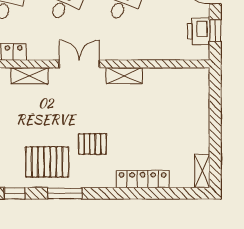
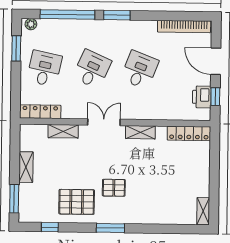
locker: (143, 179) -> (189, 133), moved, turned 180
window: (65, 193) -> (110, 228), moved

